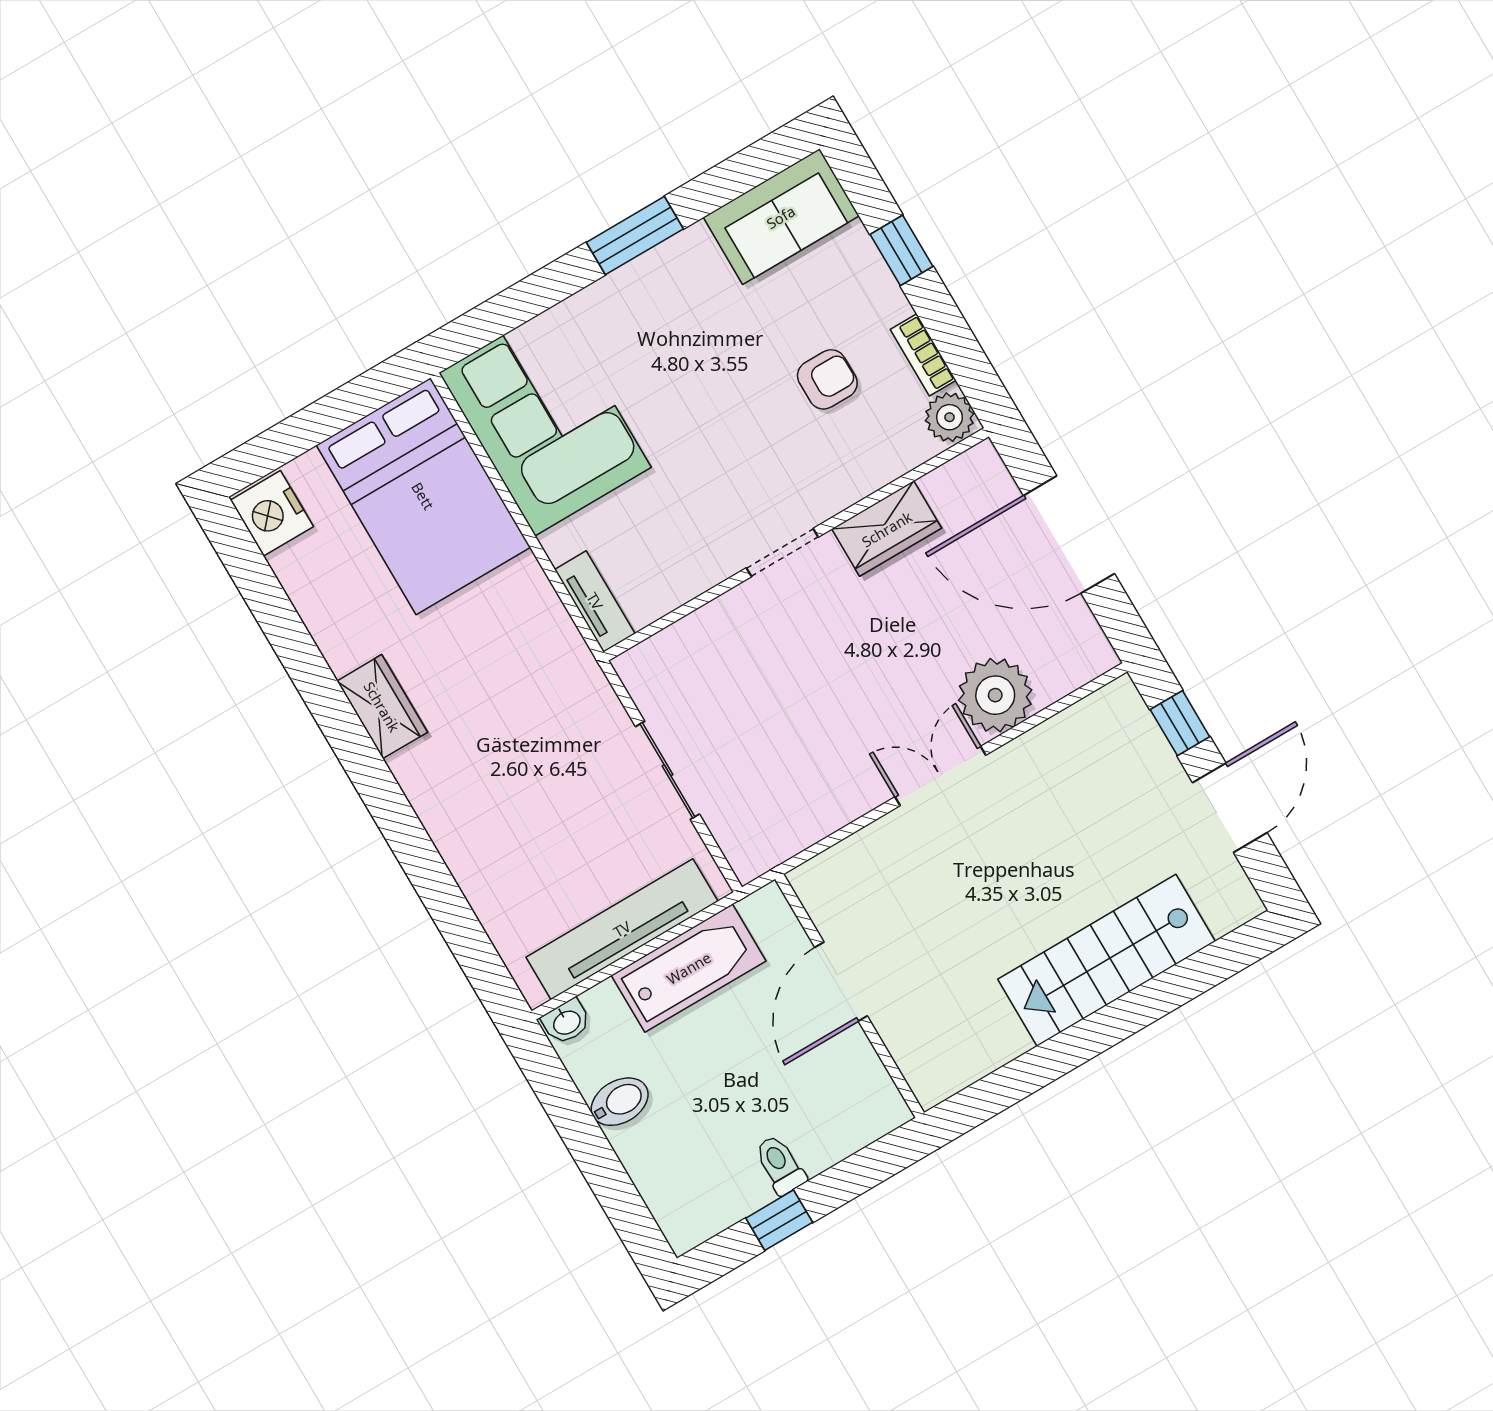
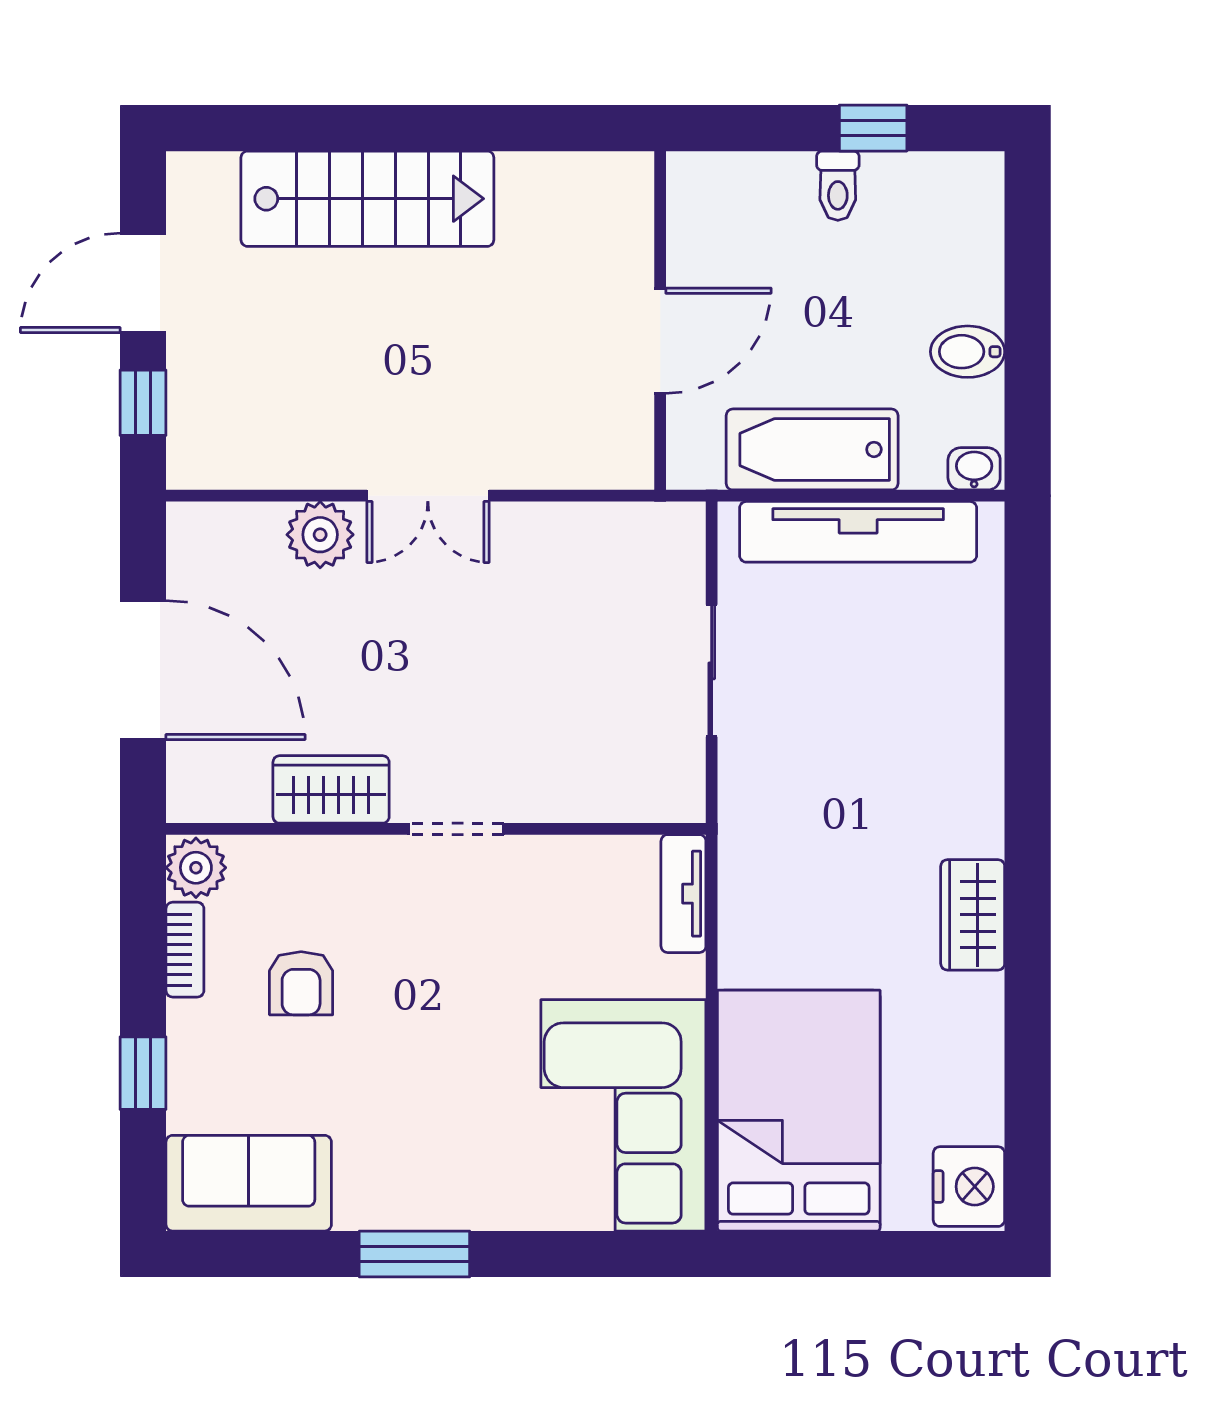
armchair: (827, 379) -> (301, 983), turned -90
plant: (995, 695) -> (320, 535), width x0.73, depth x0.73

